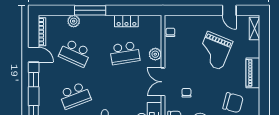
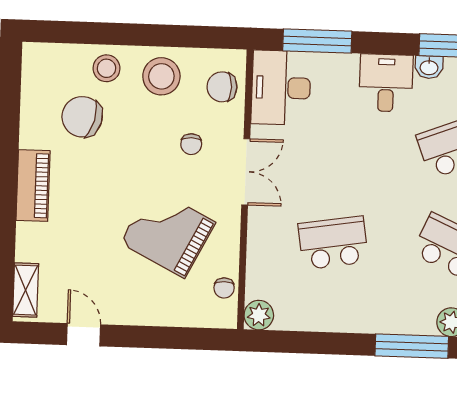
locker: (126, 21) -> (327, 318), removed
grand piano: (214, 51) -> (168, 233), moved, turned -85
plant: (155, 54) -> (259, 315), moved

